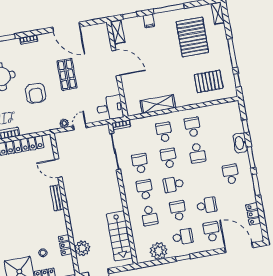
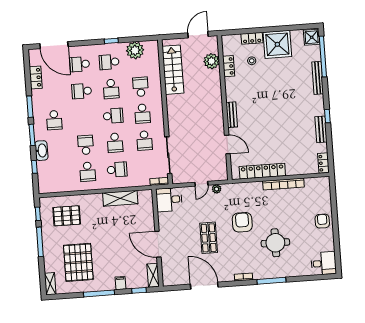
school desk: (164, 132) -> (117, 170), turned -90
school desk: (211, 232) -> (80, 64), turned 90

